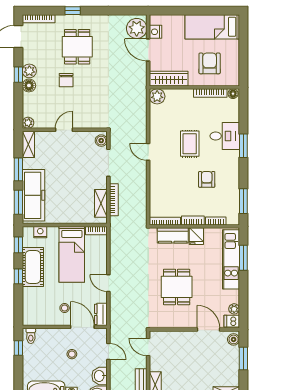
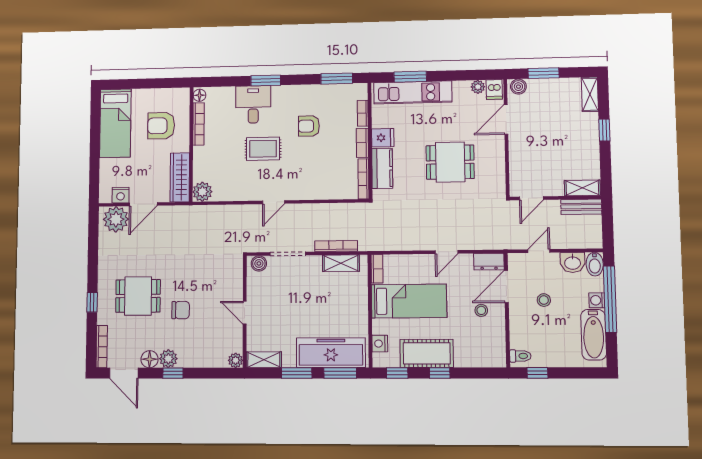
floor lamp: (29, 85) -> (150, 359), moved

